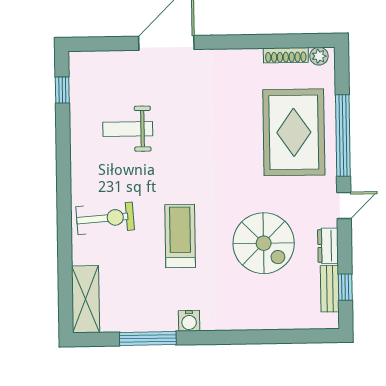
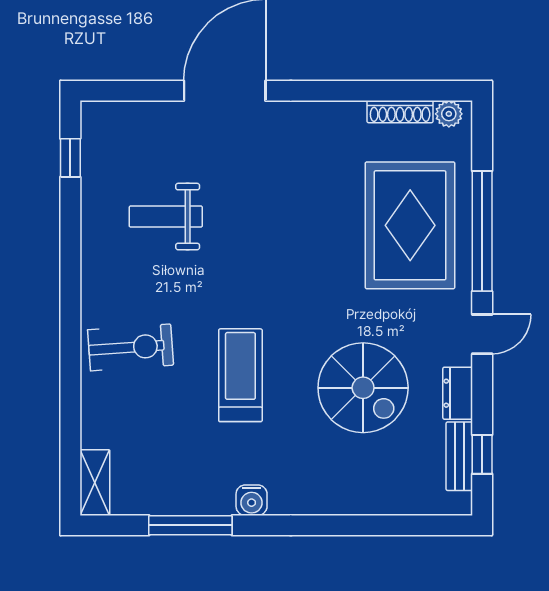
shelving: (86, 299) -> (95, 483), width x0.67, depth x0.75

